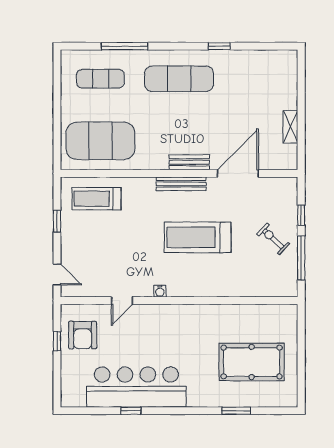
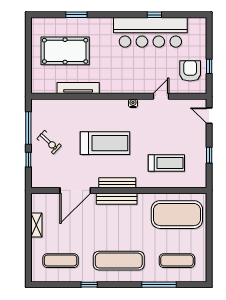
exercise mat: (258, 79) -> (61, 261), added
bench: (189, 162) -> (117, 199), width x1.36
treadmill: (96, 199) -> (166, 163), moved
tv unit: (234, 312) -> (78, 88), added

